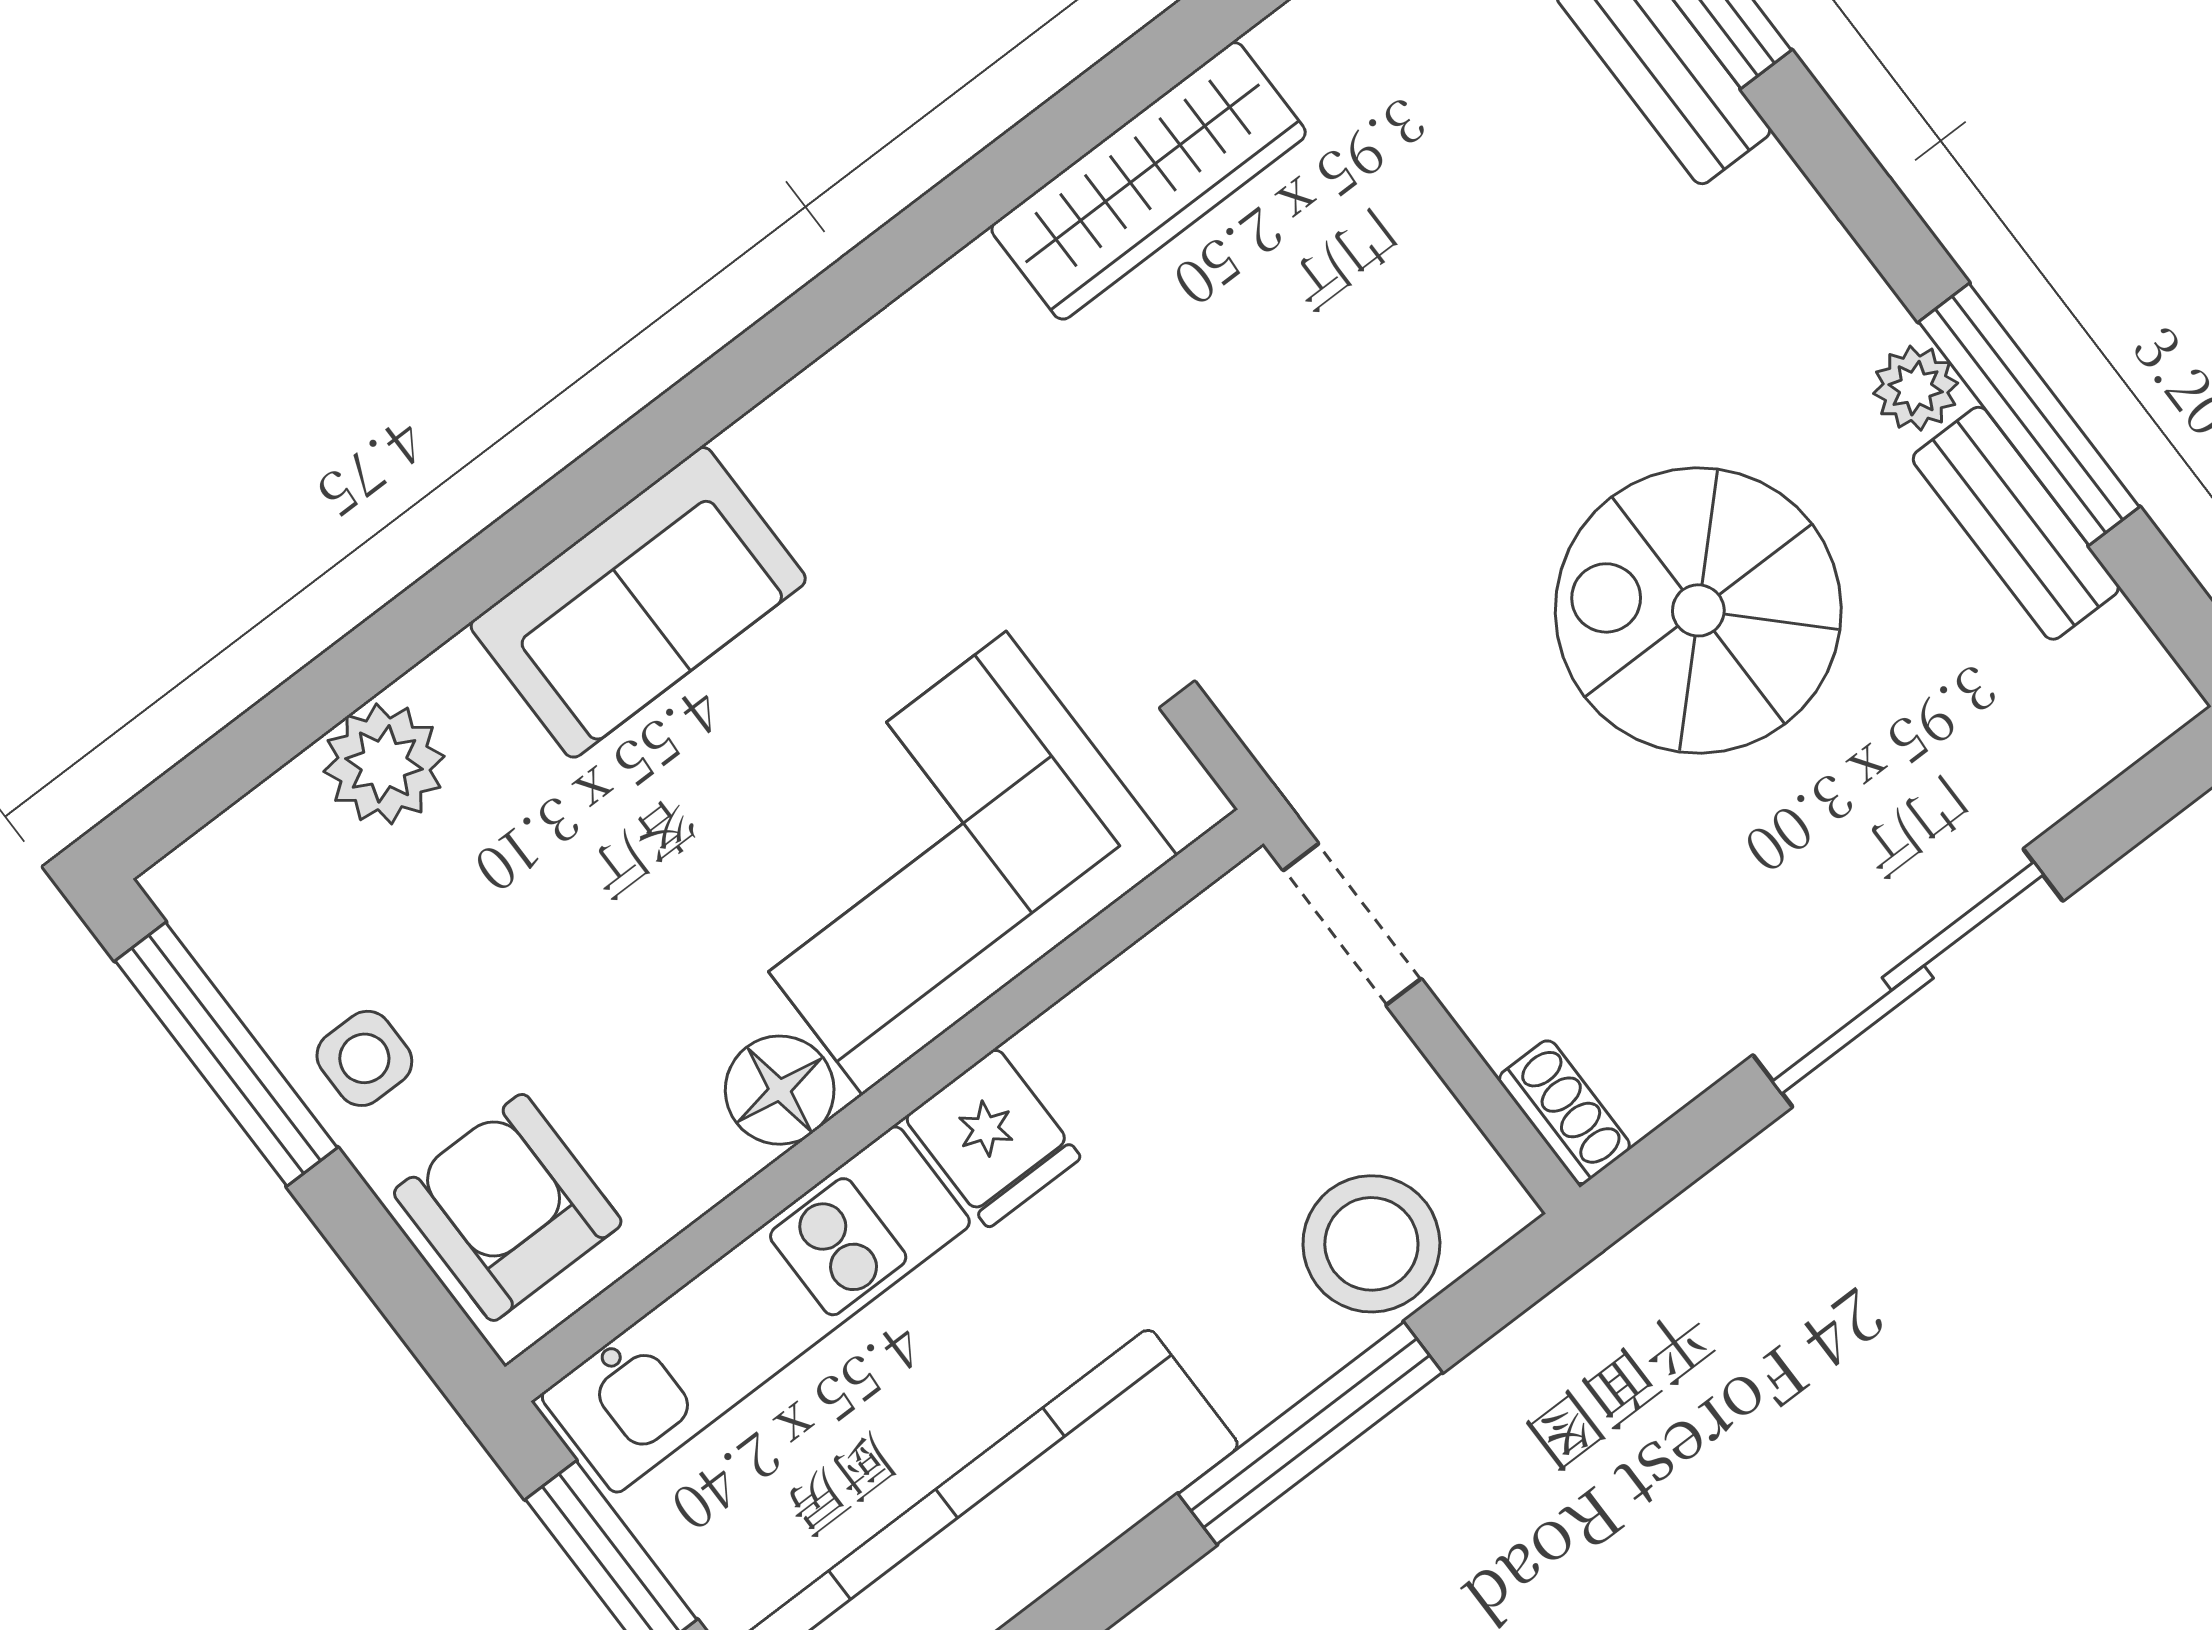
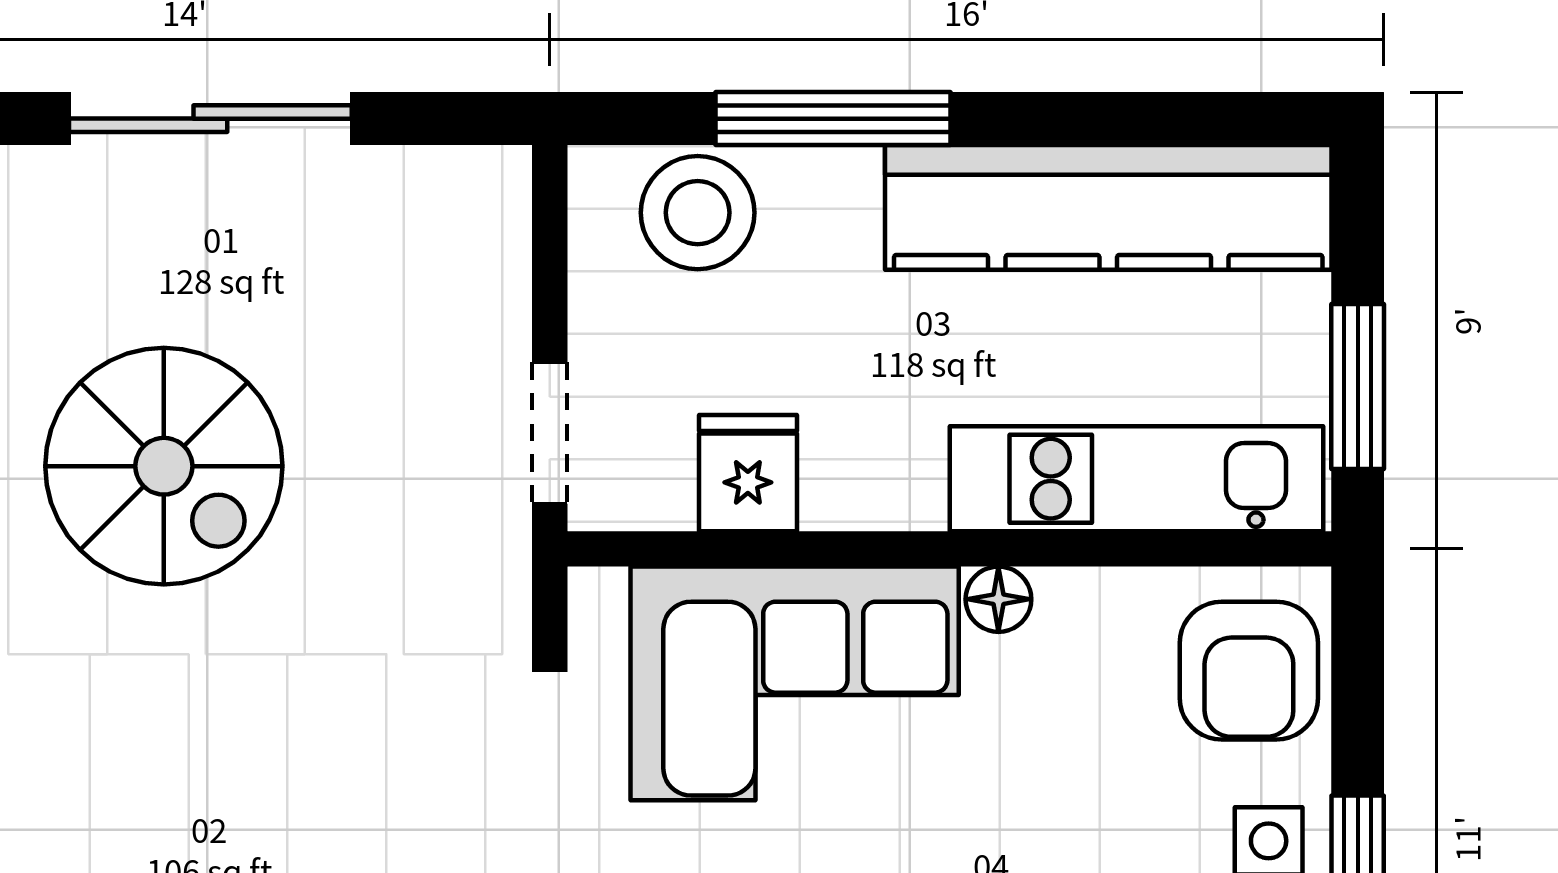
floor lamp: (780, 1090) -> (998, 599), width x0.73, depth x0.73
shoe rack: (1564, 1112) -> (504, 203), removed
fridge: (993, 1138) -> (748, 473), moved

